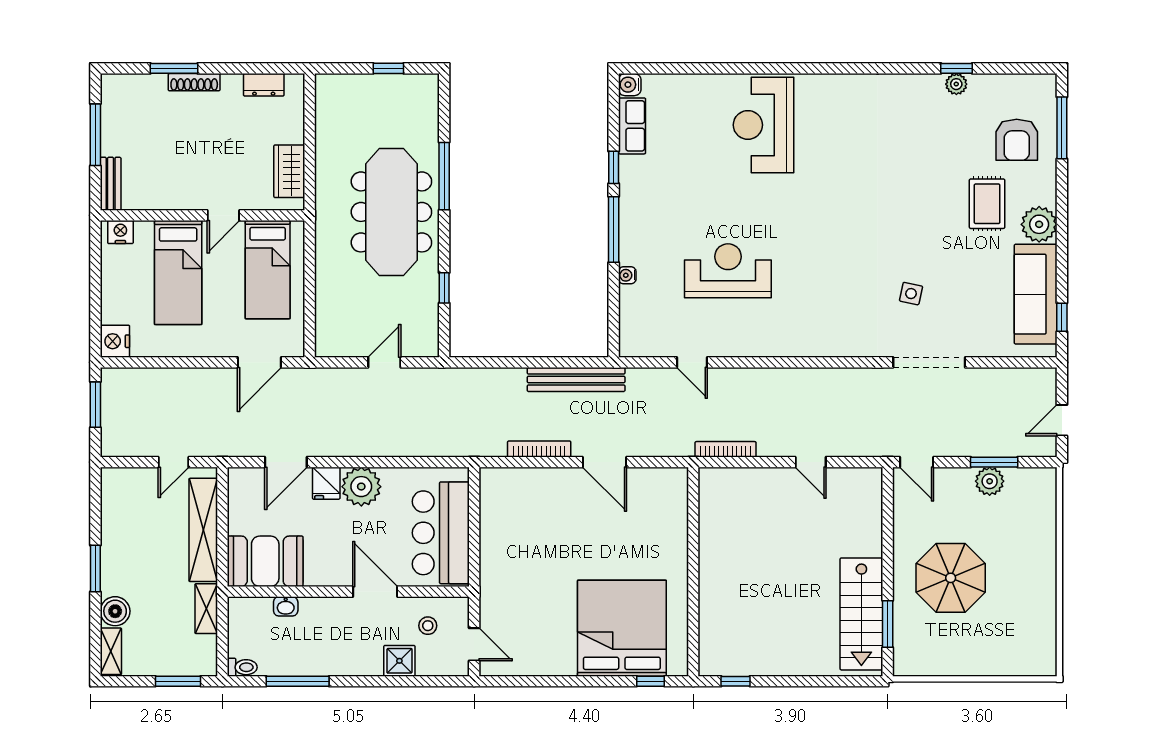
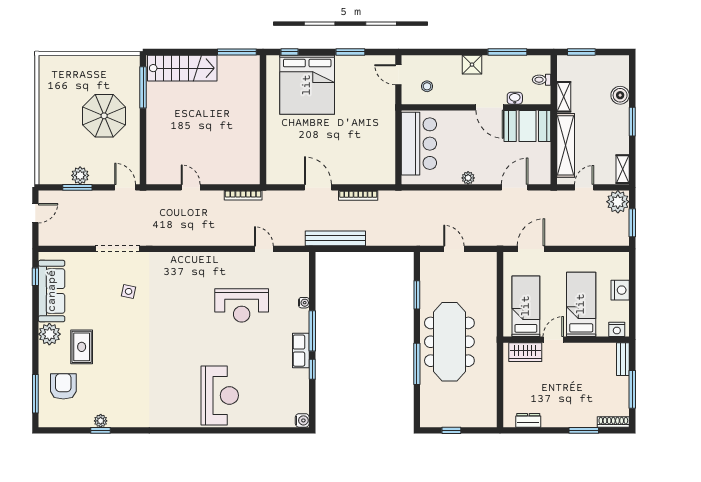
shoe rack: (194, 82) -> (613, 422), moved
row of seats: (632, 126) -> (301, 351), moved
wardrobe: (289, 171) -> (525, 352), moved, turned 90
window: (444, 288) -> (417, 295), width x1.50
nightstand: (115, 341) -> (620, 290), moved
door: (384, 362) -> (454, 249), swing flipped
plant: (119, 439) -> (618, 202), added
fridge: (326, 483) -> (490, 174), removed
plant: (361, 487) -> (468, 178), width x0.53, depth x0.53
door: (375, 592) -> (490, 107), moved
stairs: (861, 614) -> (182, 68), moved, turned 90
window: (888, 624) -> (143, 87), width x1.44
shelving: (111, 651) -> (623, 169), moved
shower: (399, 661) -> (472, 65), moved
toilet: (242, 667) -> (542, 80), moved
window: (552, 681) -> (350, 52), added
window: (736, 681) -> (237, 52), width x2.17

